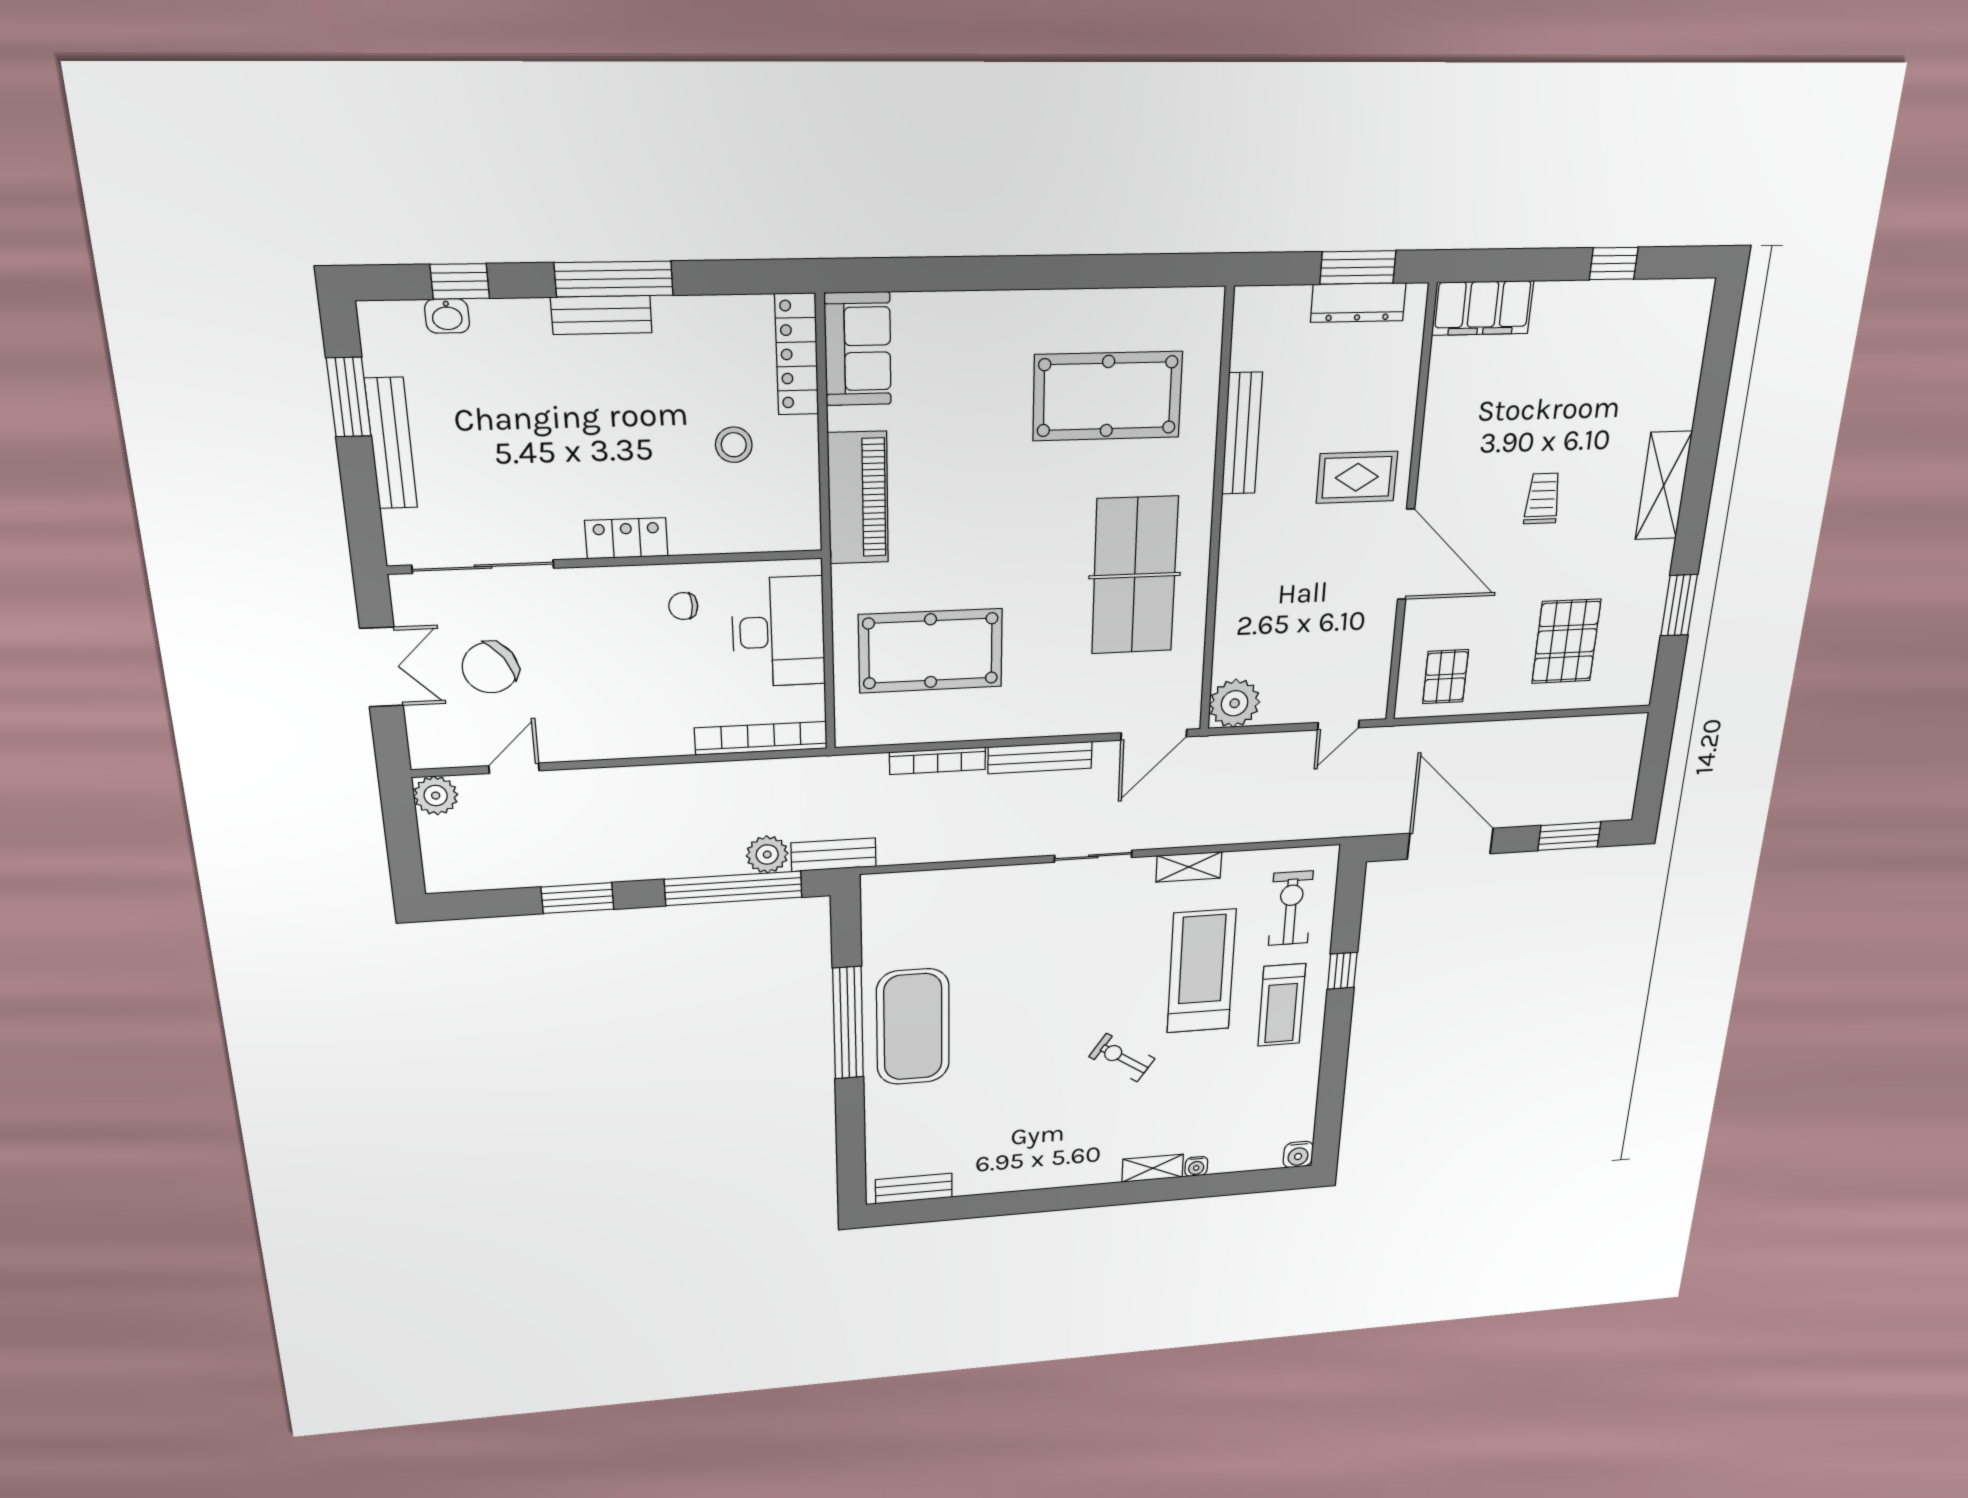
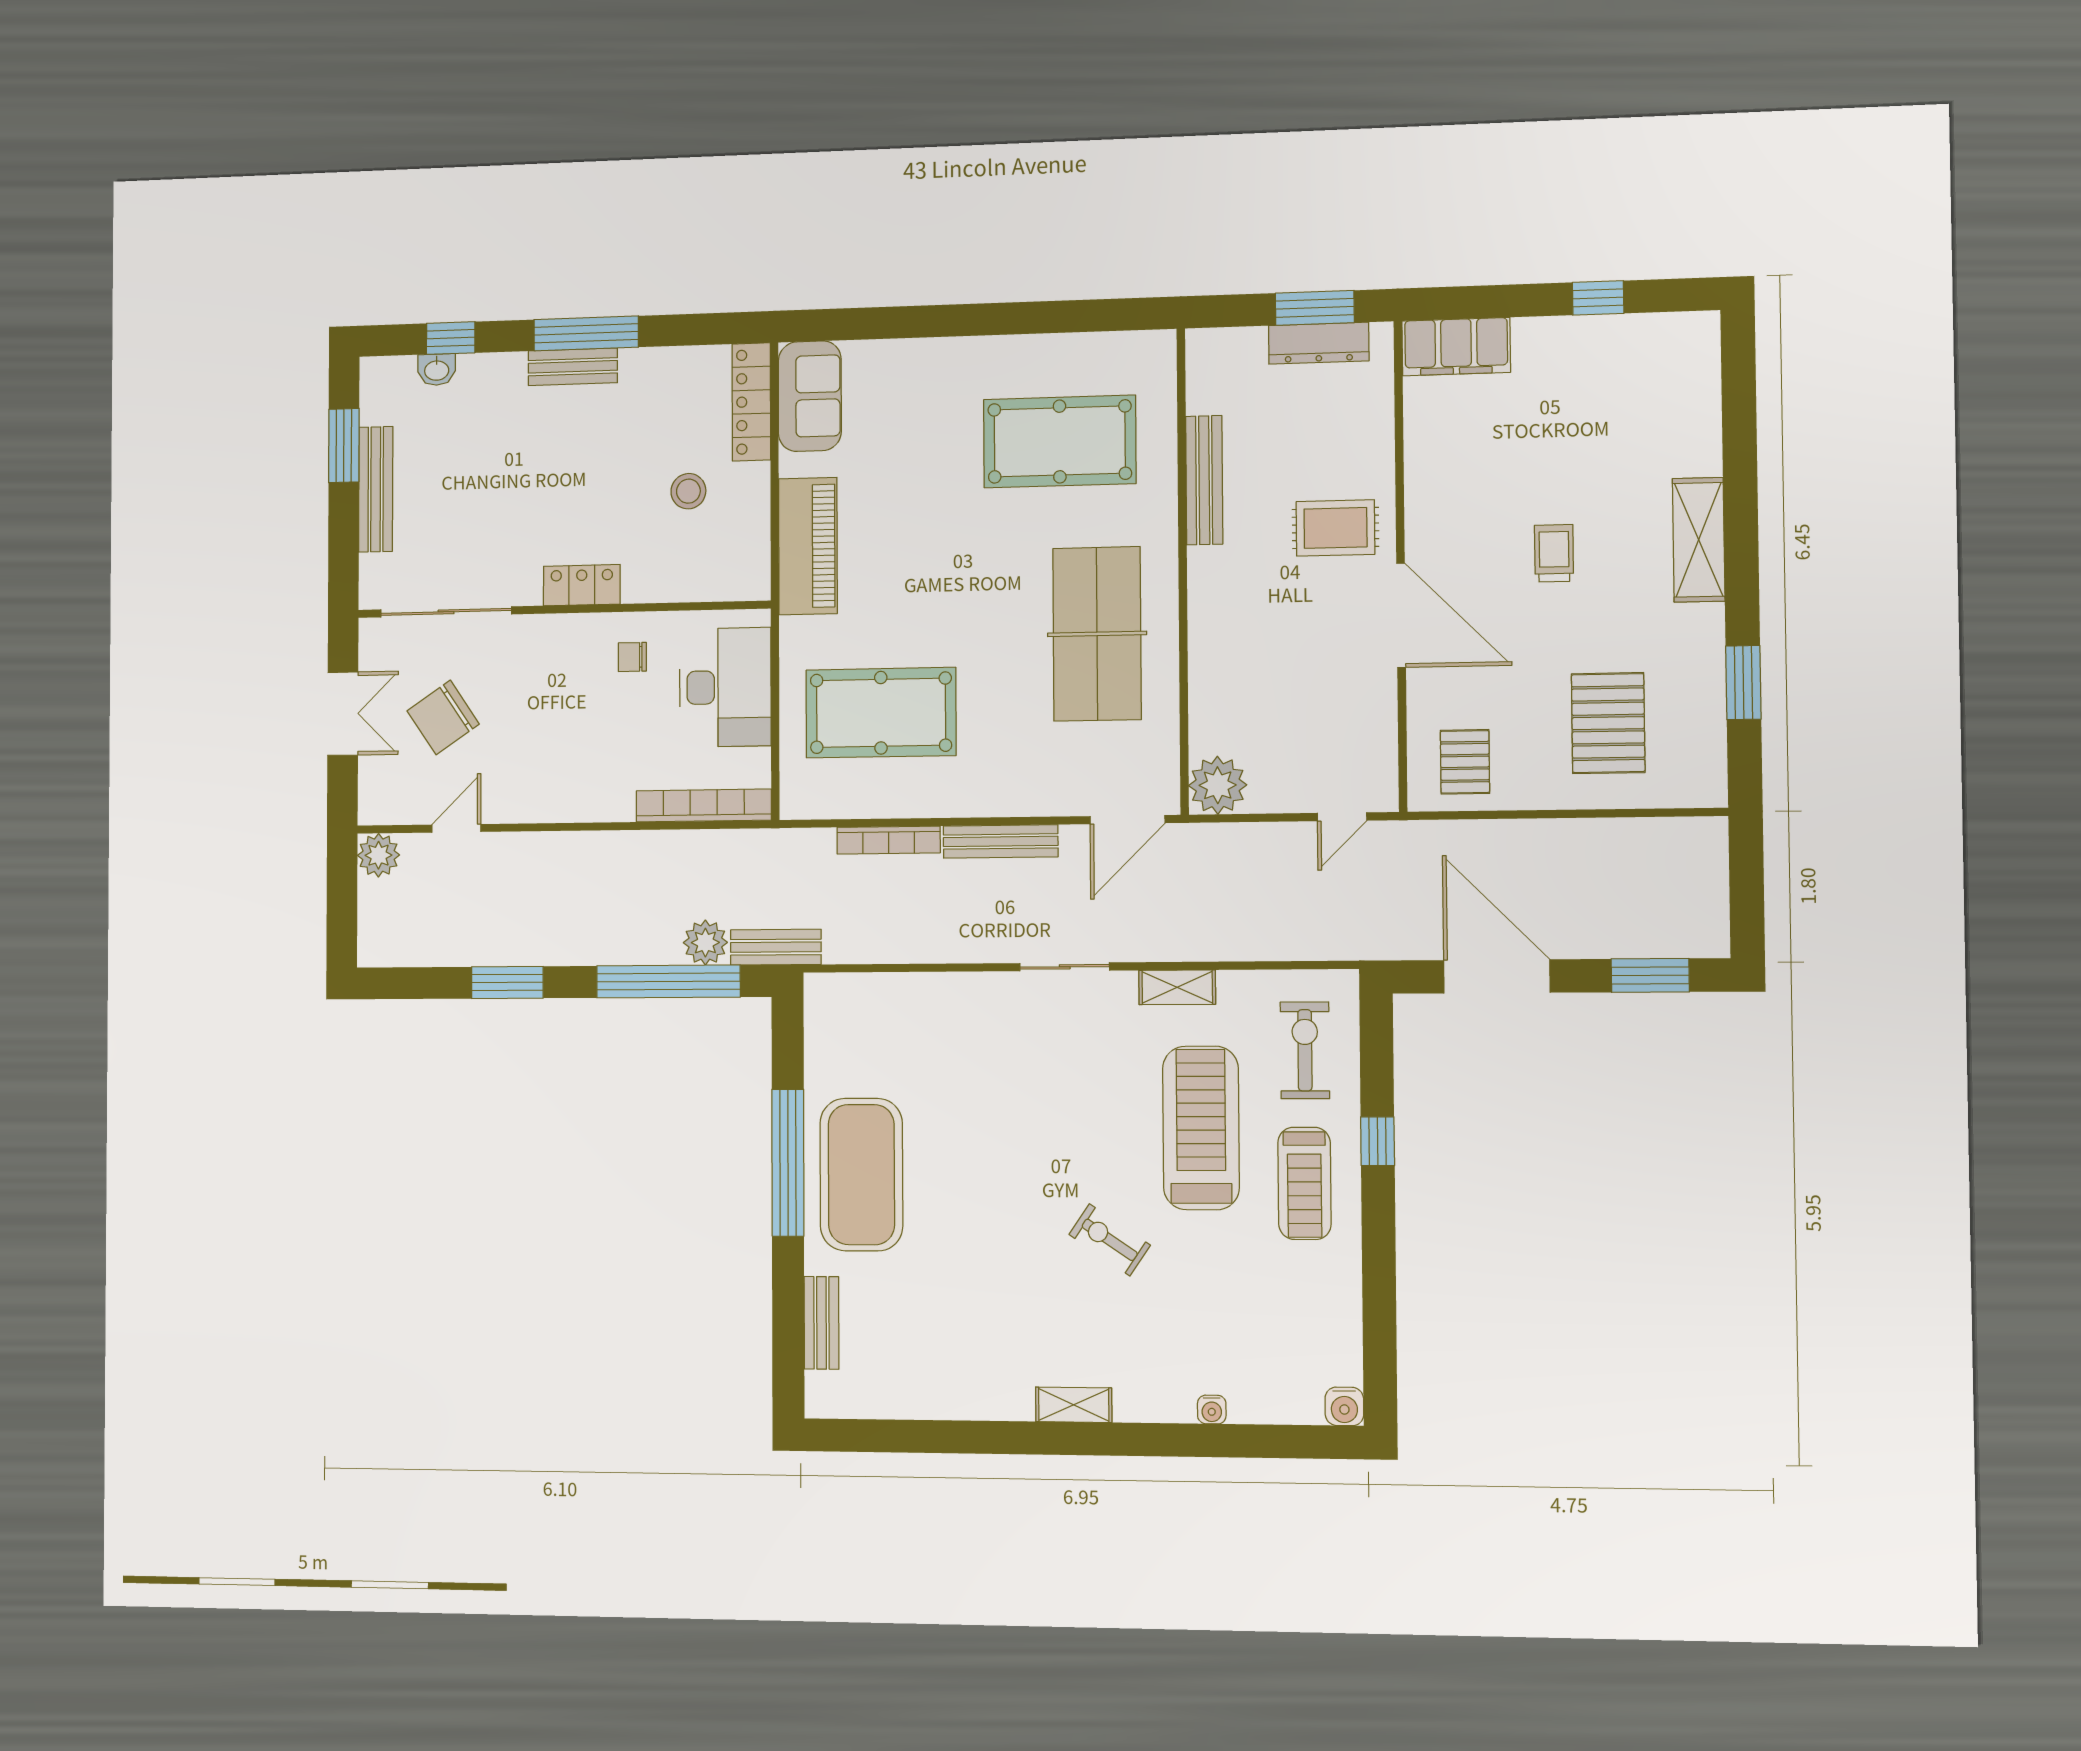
shelving: (1153, 1168) -> (1074, 1405), moved
bench: (914, 1189) -> (821, 1323), moved, turned 90

